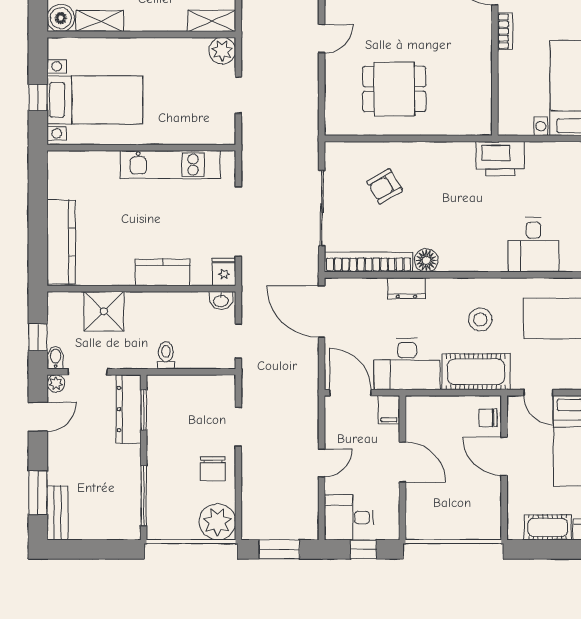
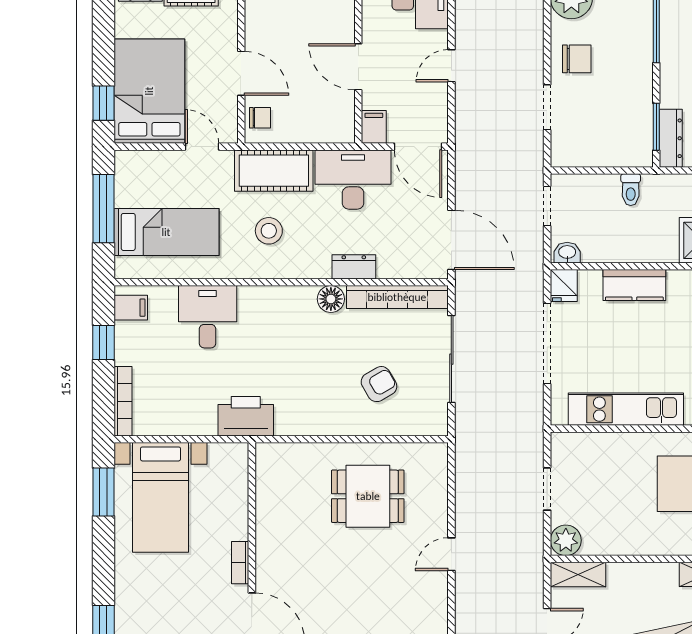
dresser: (129, 409) -> (671, 138), width x0.73, depth x0.80
chair: (213, 469) -> (577, 59), turned 90

